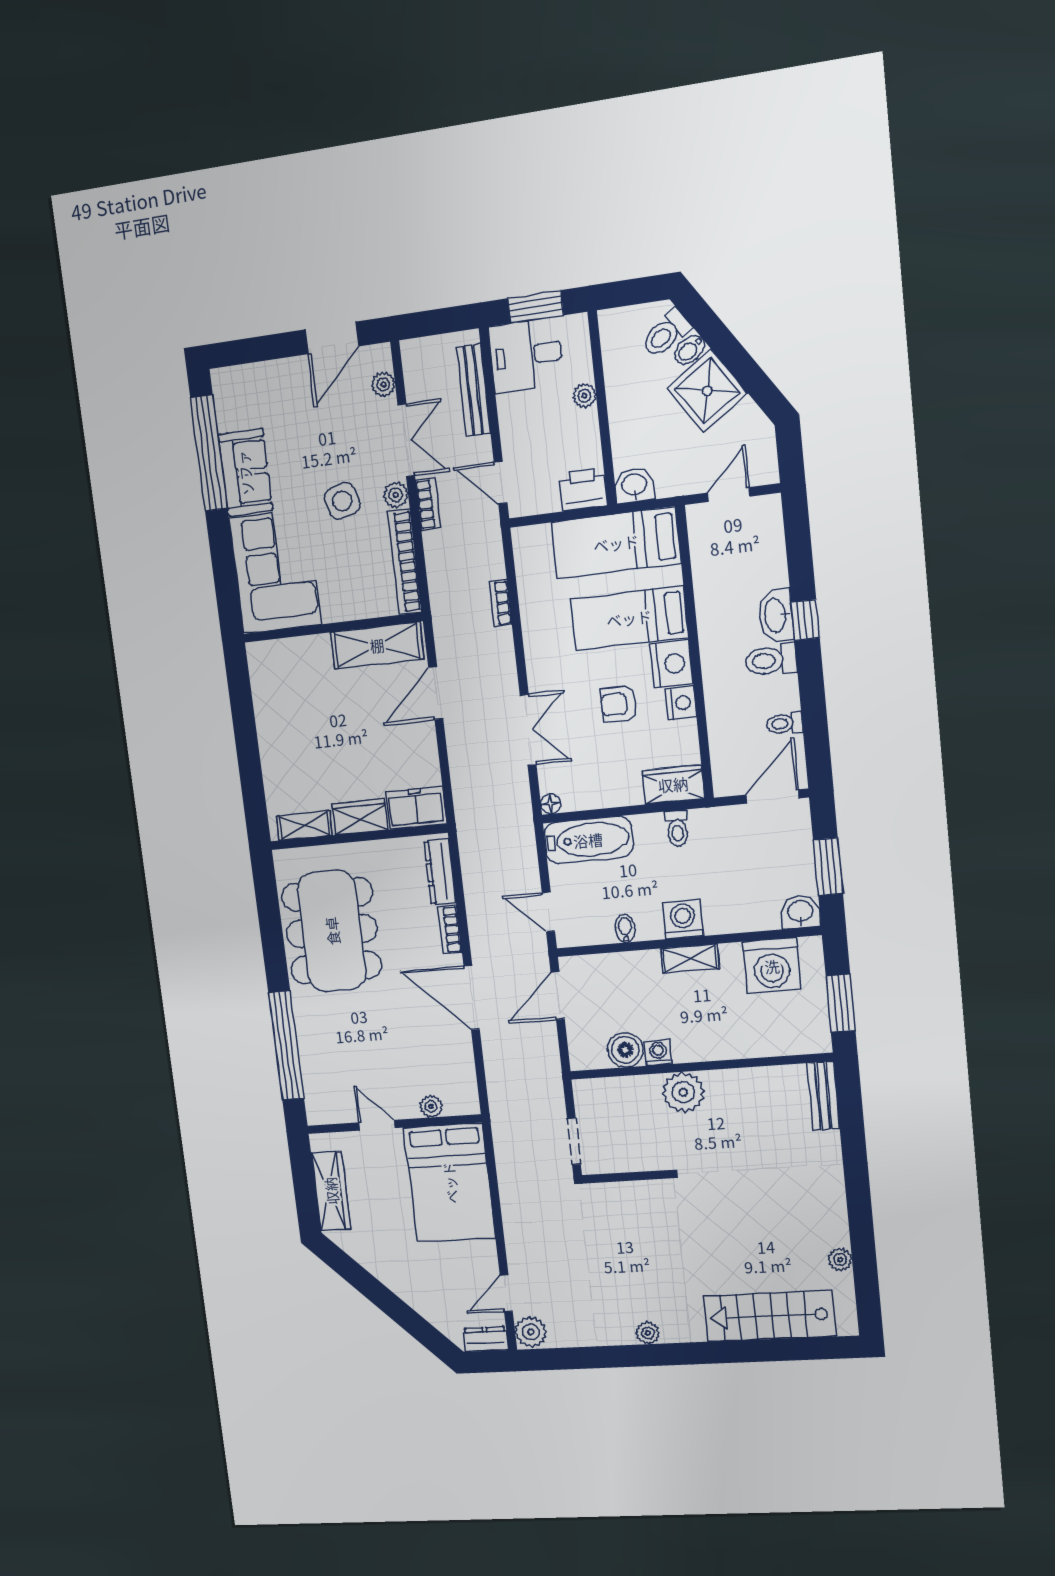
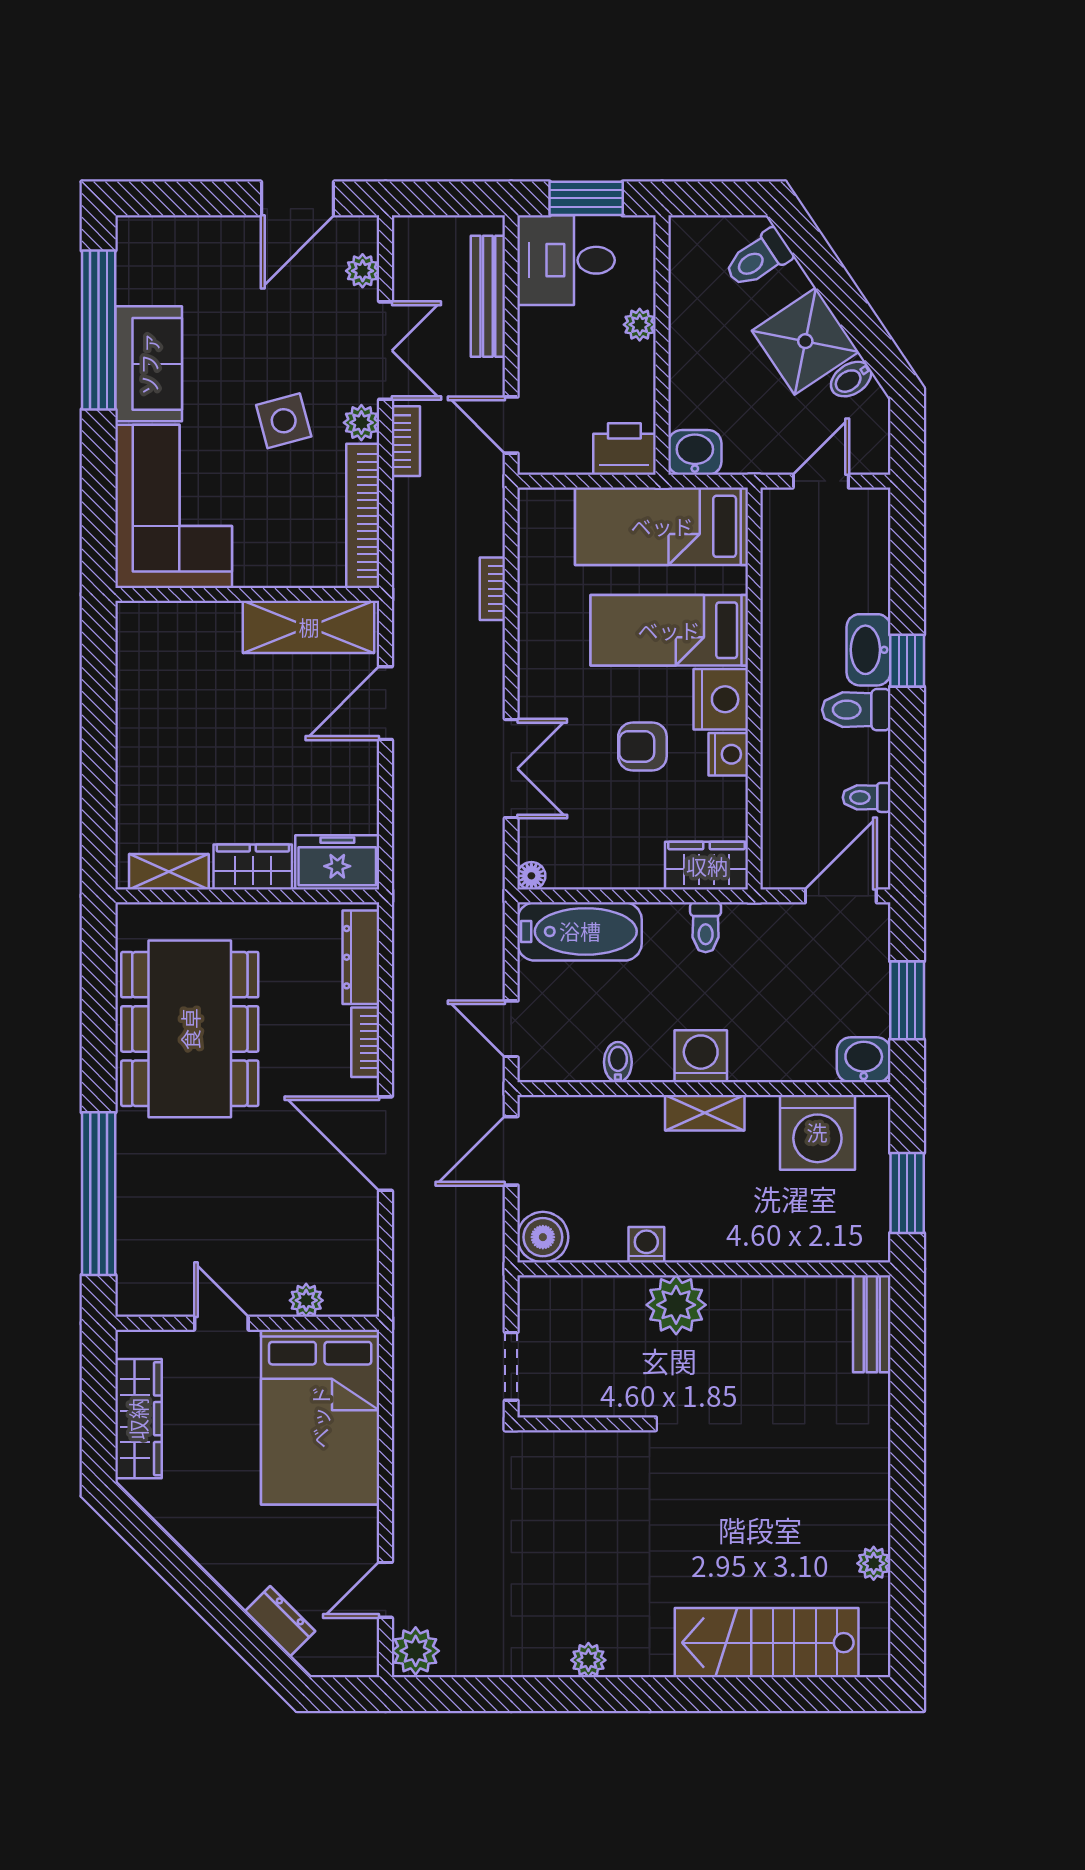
bidet: (690, 350) -> (851, 379), moved
boiler: (625, 1050) -> (543, 1237), moved
dresser: (486, 1339) -> (280, 1621), moved, turned 45

